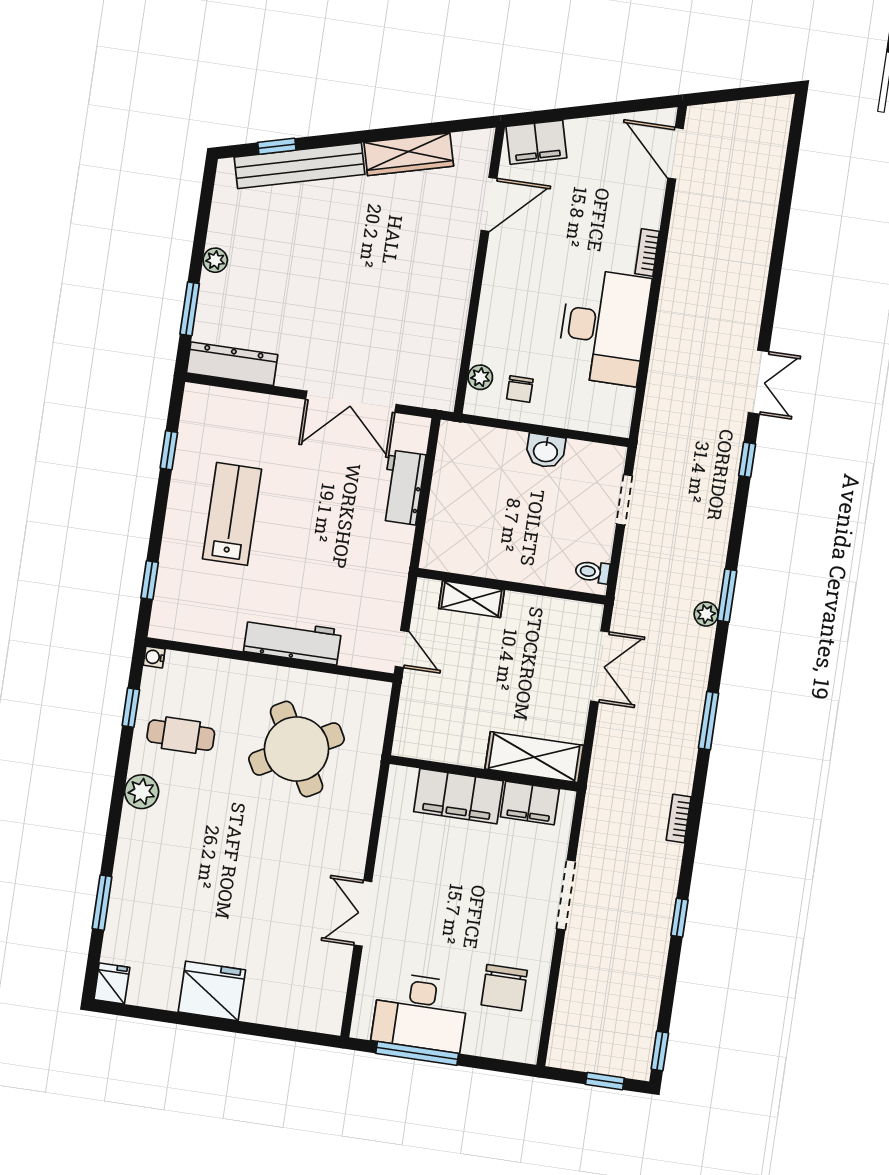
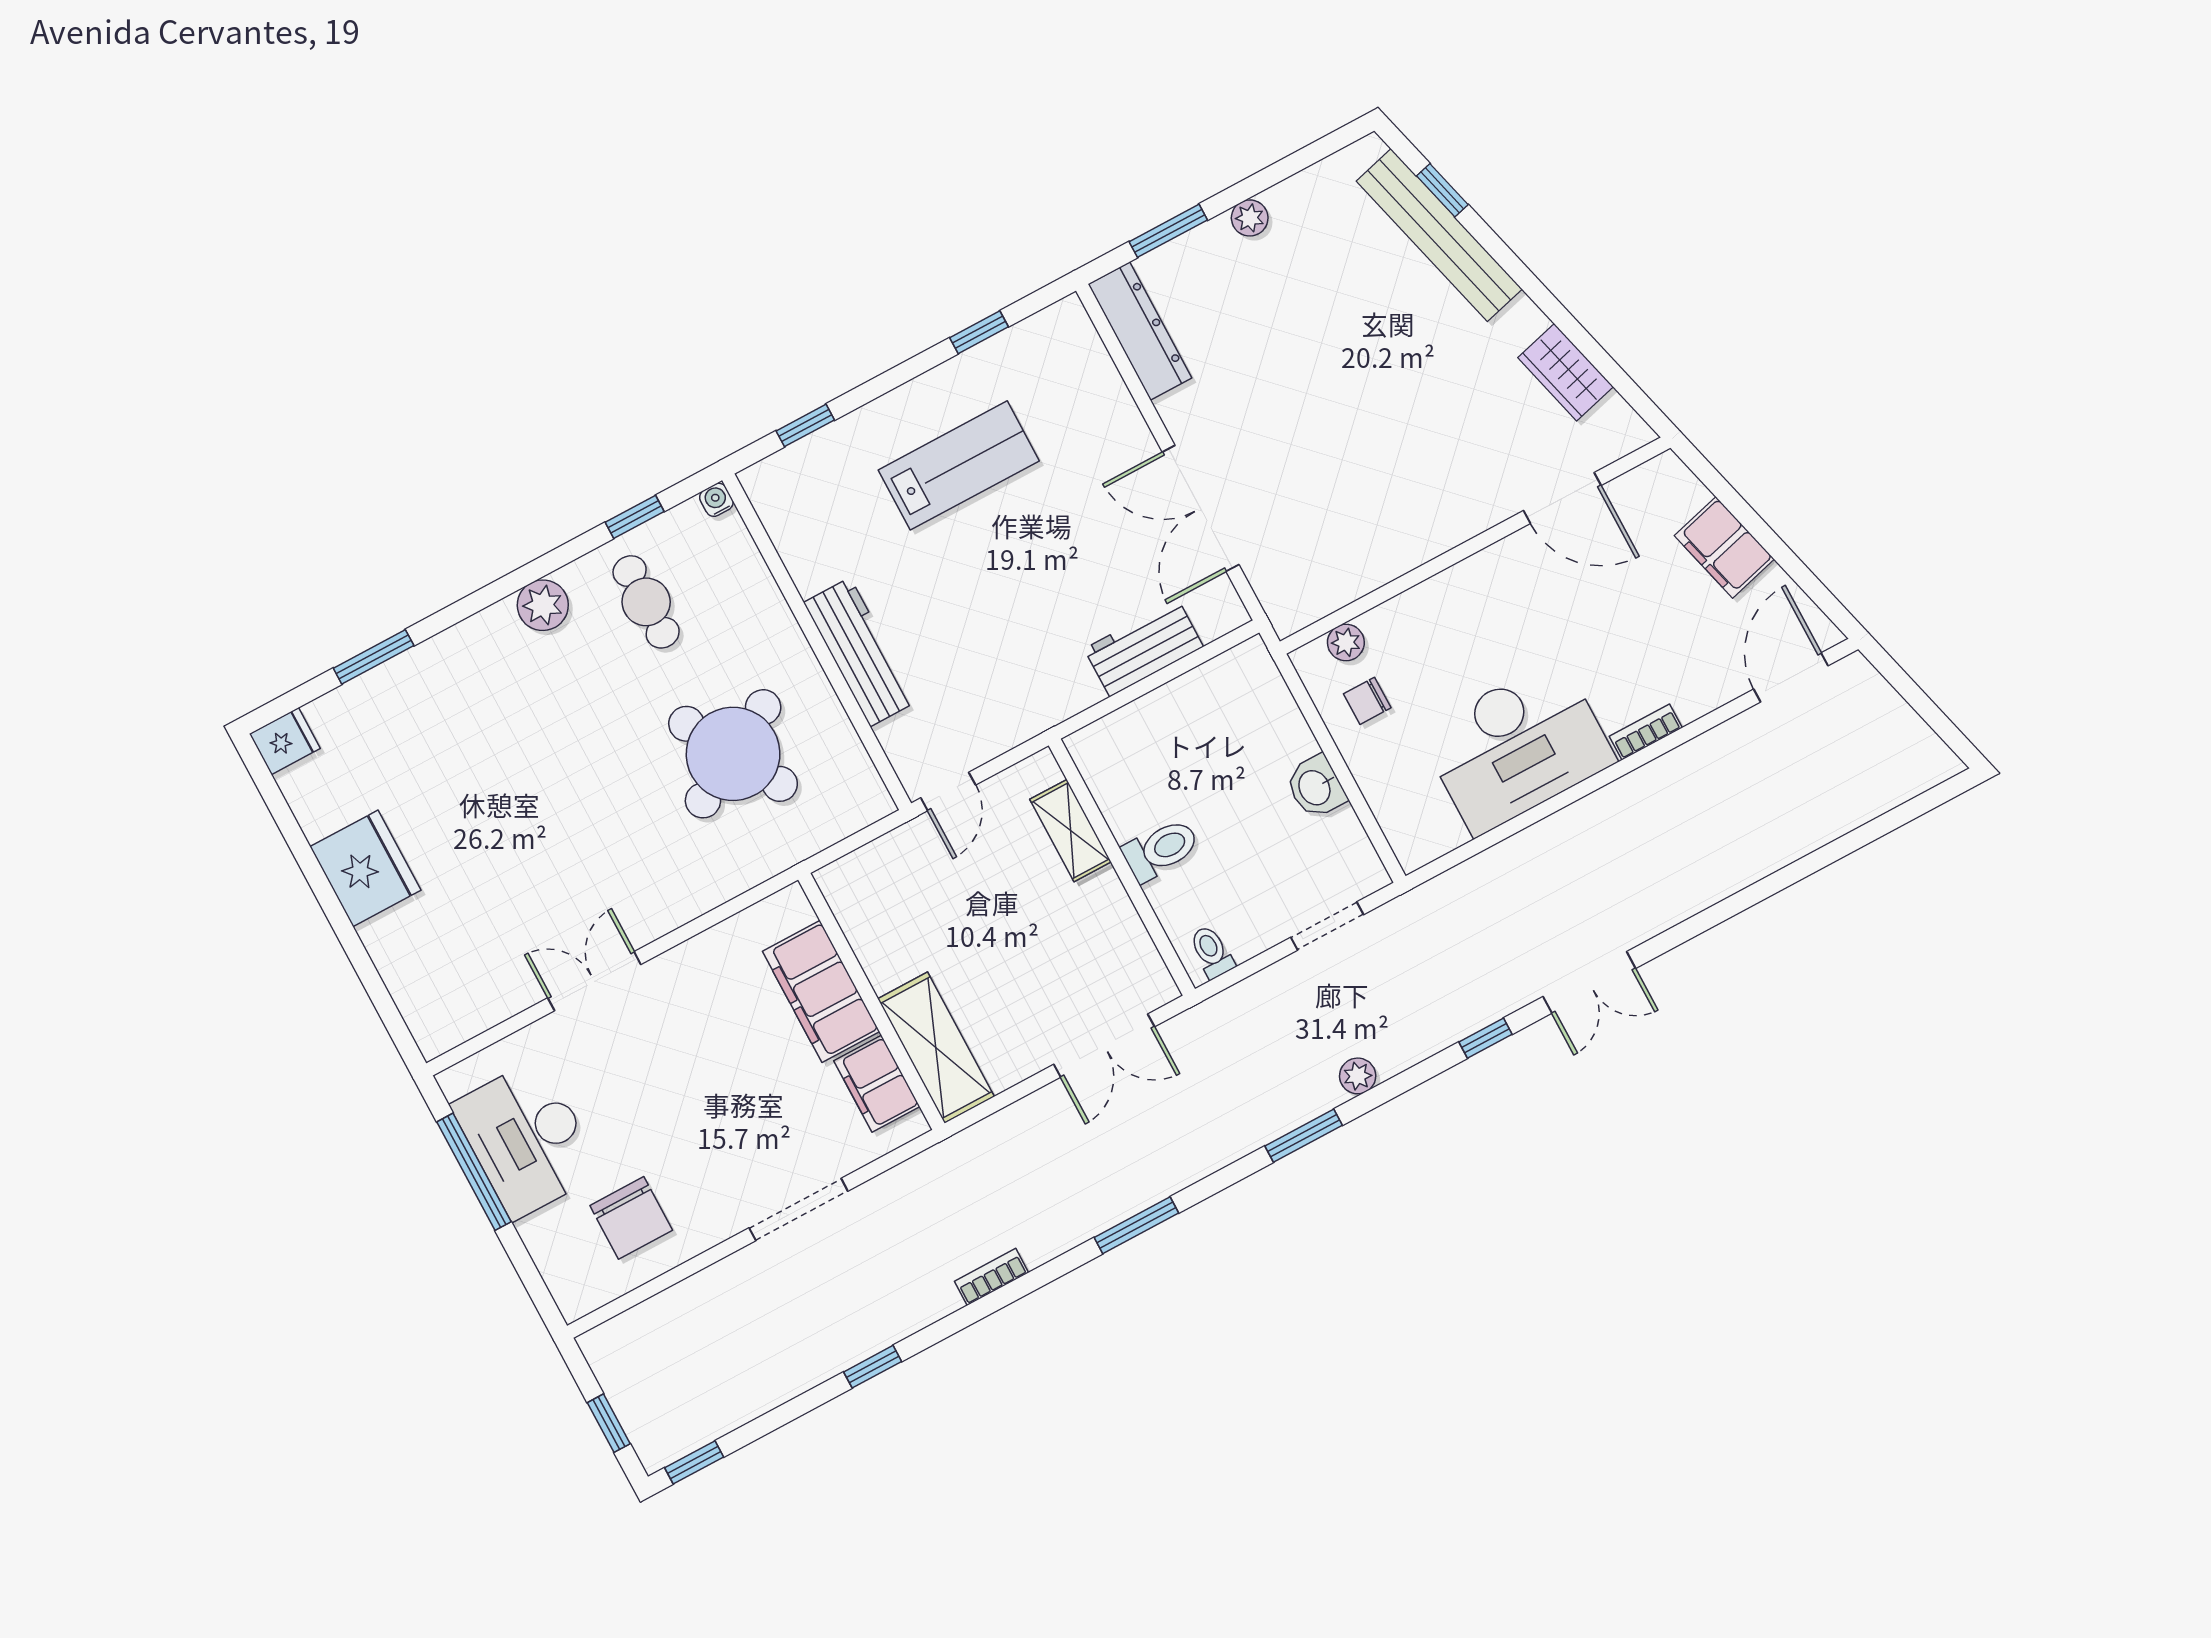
filing cabinet: (536, 142) -> (1724, 547), moved
wardrobe: (409, 154) -> (1566, 372), width x0.67
toilet: (518, 558) -> (1161, 850), added
plant: (706, 614) -> (1358, 1076), moved
chair: (504, 988) -> (631, 1218), turned -90

